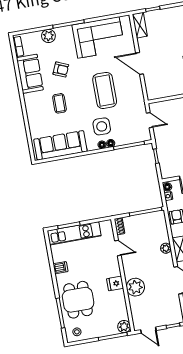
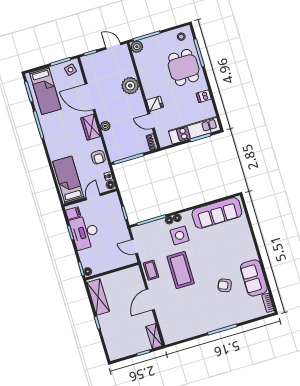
plant: (48, 36) -> (240, 316), removed
corner sofa: (98, 37) -> (192, 320), removed
door: (140, 64) -> (150, 299), swing flipped
coffee table: (60, 103) -> (151, 270), moved
fridge: (115, 283) -> (155, 104), moved

